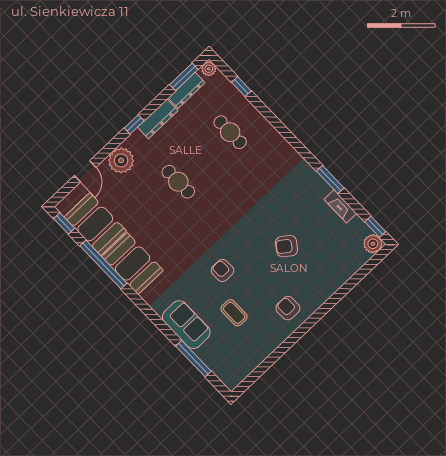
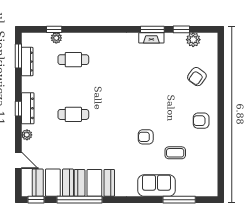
plant: (209, 69) -> (56, 38), moved
dresser: (158, 119) -> (28, 108), moved
plant: (121, 160) -> (27, 135), width x0.53, depth x0.53
fireplace: (340, 206) -> (151, 38), moved
window: (375, 227) -> (181, 29), moved
plant: (373, 244) -> (193, 40), moved
armchair: (287, 246) -> (197, 77), moved

